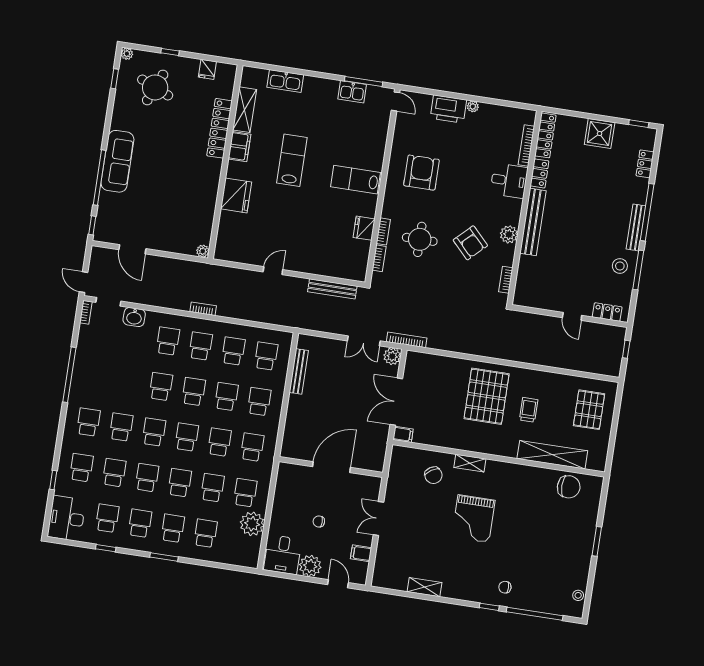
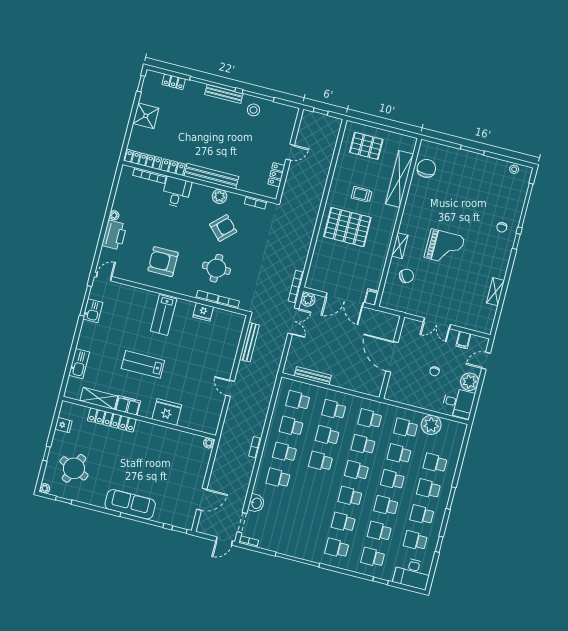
locker: (607, 312) -> (276, 175), moved
school desk: (161, 387) -> (314, 487), removed

